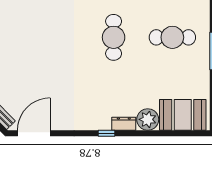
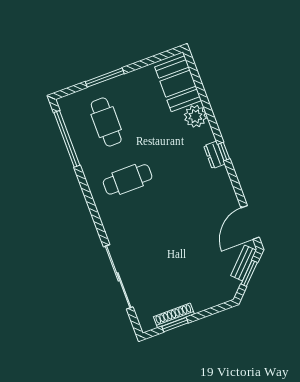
dresser: (124, 124) -> (214, 155), moved
door: (34, 133) -> (250, 222), hinge flipped

